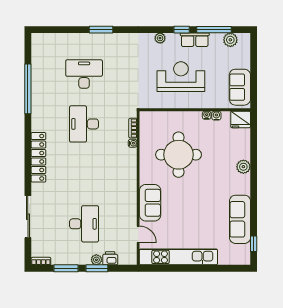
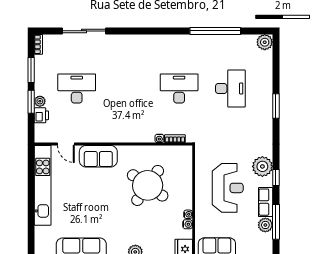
window: (182, 30) -> (276, 177), moved
plant: (160, 38) -> (262, 166), width x1.88, depth x1.88
plant: (230, 40) -> (265, 225), moved
plant: (39, 41) -> (265, 42), added
round table: (179, 155) -> (148, 185), turned 35
locker: (38, 157) -> (145, 42), removed
desk: (84, 224) -> (77, 89), turned 180
door: (138, 234) -> (66, 144), hinge flipped

